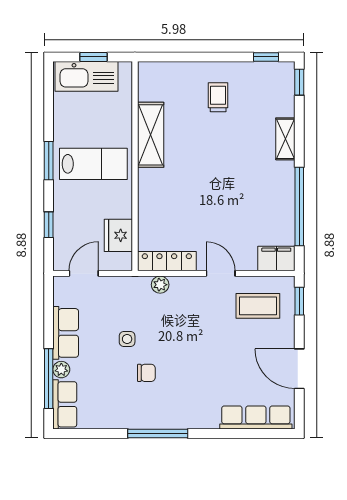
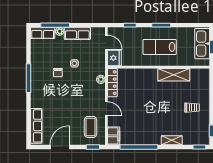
lab bench: (93, 164) -> (160, 47), turned 90
fridge: (118, 235) -> (114, 58), moved, turned 90
door: (221, 273) -> (106, 109), hinge flipped

